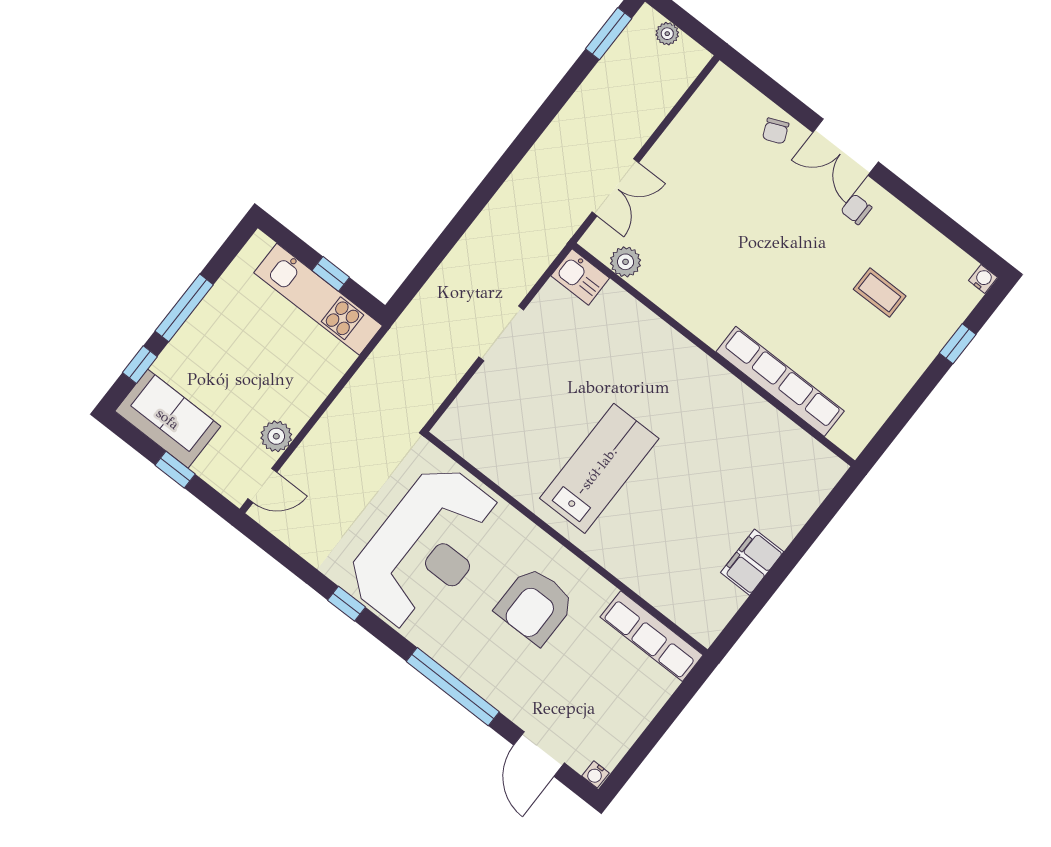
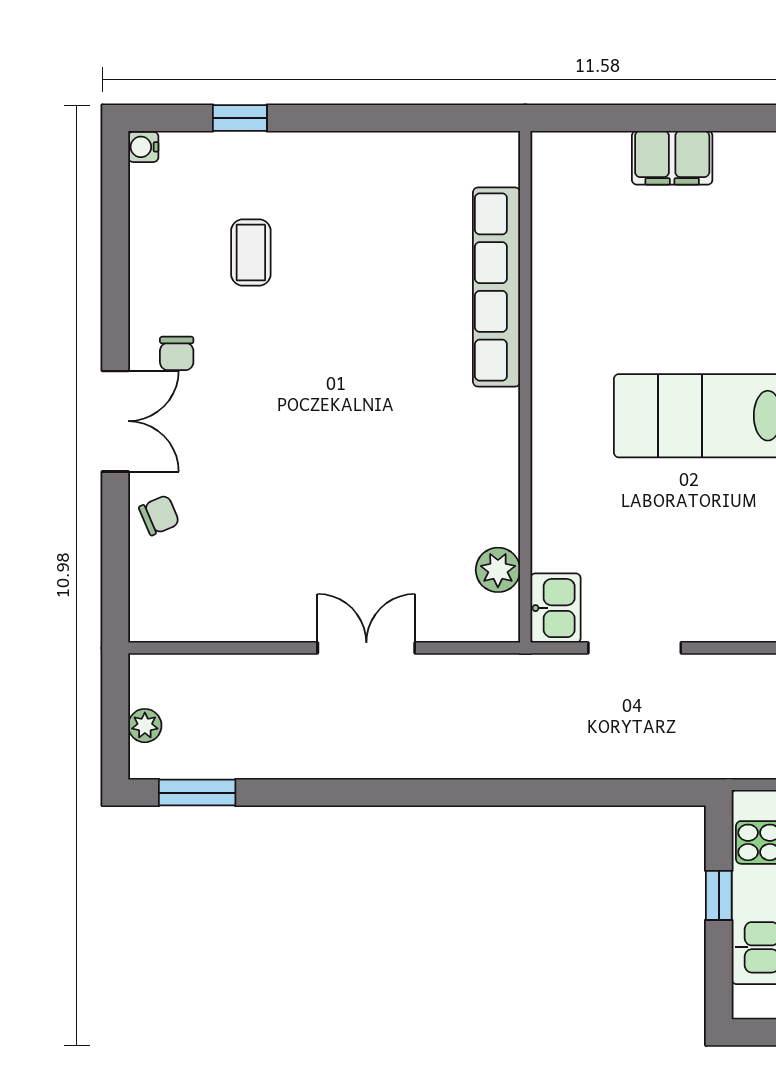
plant: (626, 262) -> (498, 570), moved
kitchen sink: (580, 277) -> (556, 608), moved
wall: (714, 355) -> (525, 387), moved
row of seats: (780, 381) -> (497, 287), moved

